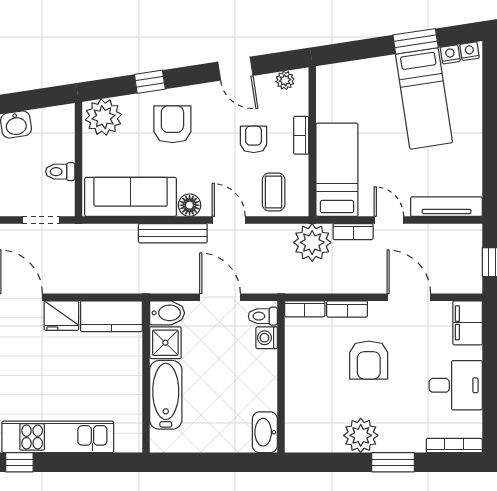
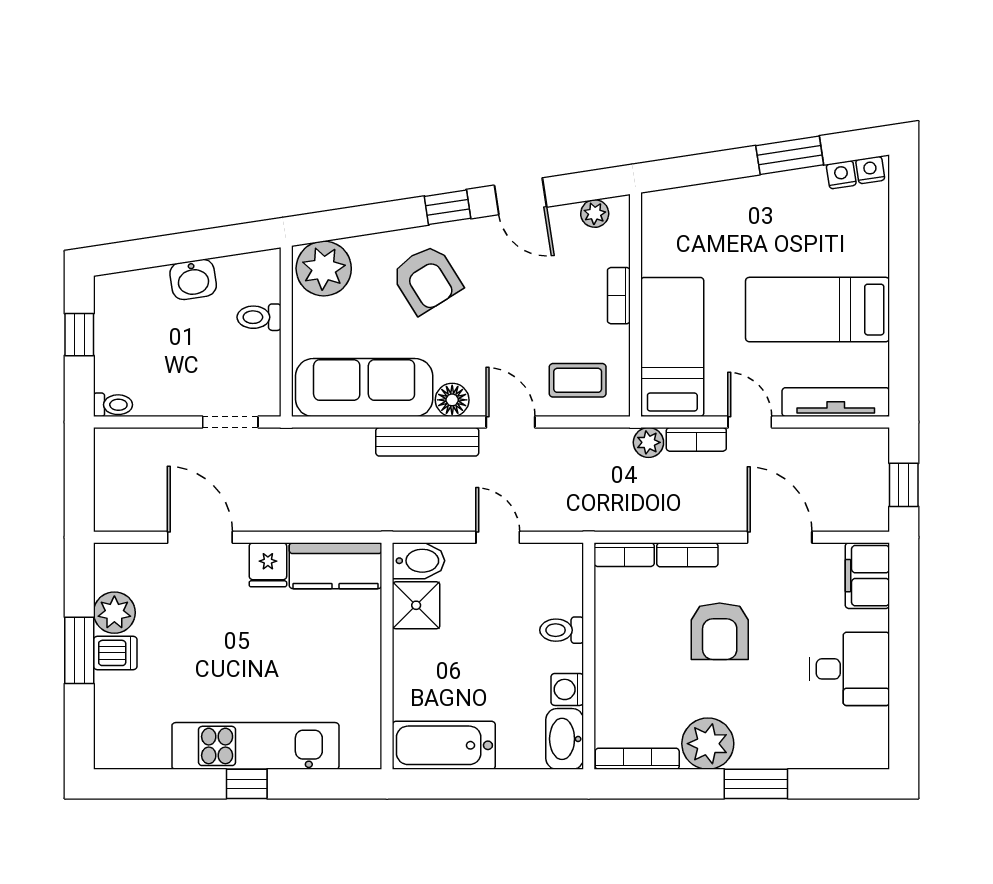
window: (150, 82) -> (447, 207), moved
bed: (424, 98) -> (818, 310), moved, turned 99
armchair: (172, 124) -> (427, 279), turned 148
armchair: (254, 139) -> (548, 302), removed
toilet: (60, 172) -> (259, 317), moved
coffee table: (274, 192) -> (578, 380), turned 90
plant: (312, 242) -> (648, 442), width x0.53, depth x0.53
door: (220, 297) -> (498, 537), width x0.73
fridge: (61, 316) -> (268, 565), width x0.72
toilet: (263, 316) -> (562, 630), moved
washing machine: (267, 338) -> (567, 689), moved
bathtub: (166, 395) -> (444, 745), moved, turned -90
bookcase: (454, 446) -> (637, 759), moved
window: (19, 462) -> (247, 784), moved

